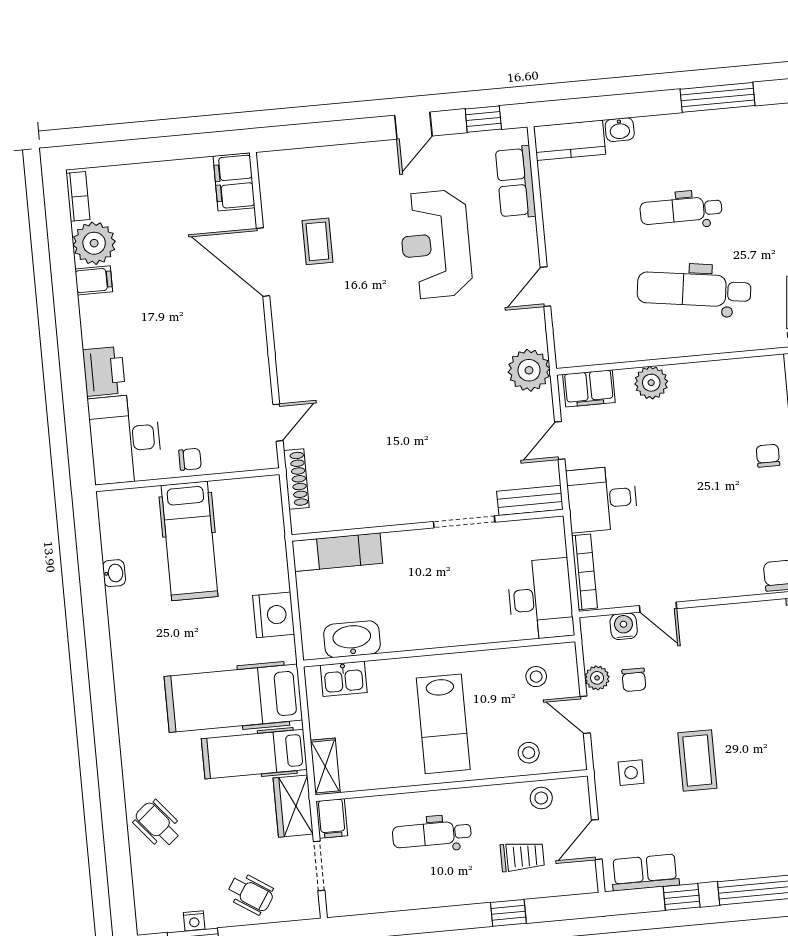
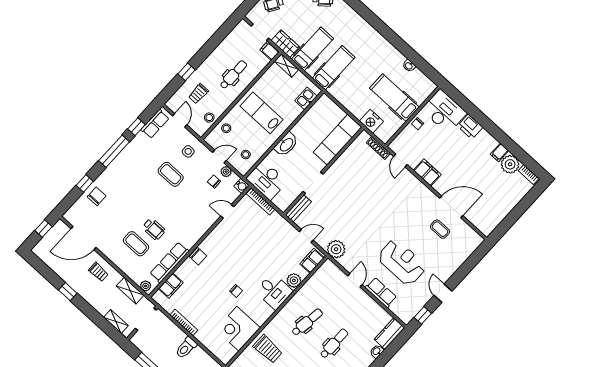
filing cabinet: (234, 182) -> (427, 173), moved
row of seats: (516, 182) -> (381, 292), moved
dental chair: (694, 290) -> (307, 322), width x0.73, depth x0.72
door: (560, 440) -> (306, 236), hinge flipped
desk: (602, 499) -> (274, 291), moved, turned 90
exam couch: (337, 552) -> (338, 140), width x1.36, depth x1.45
nightstand: (274, 615) -> (371, 121), moved
water cooler: (624, 626) -> (241, 186), moved
washbasin: (352, 639) -> (286, 144), moved
hospital bed: (233, 698) -> (334, 68), width x0.73, depth x0.77

